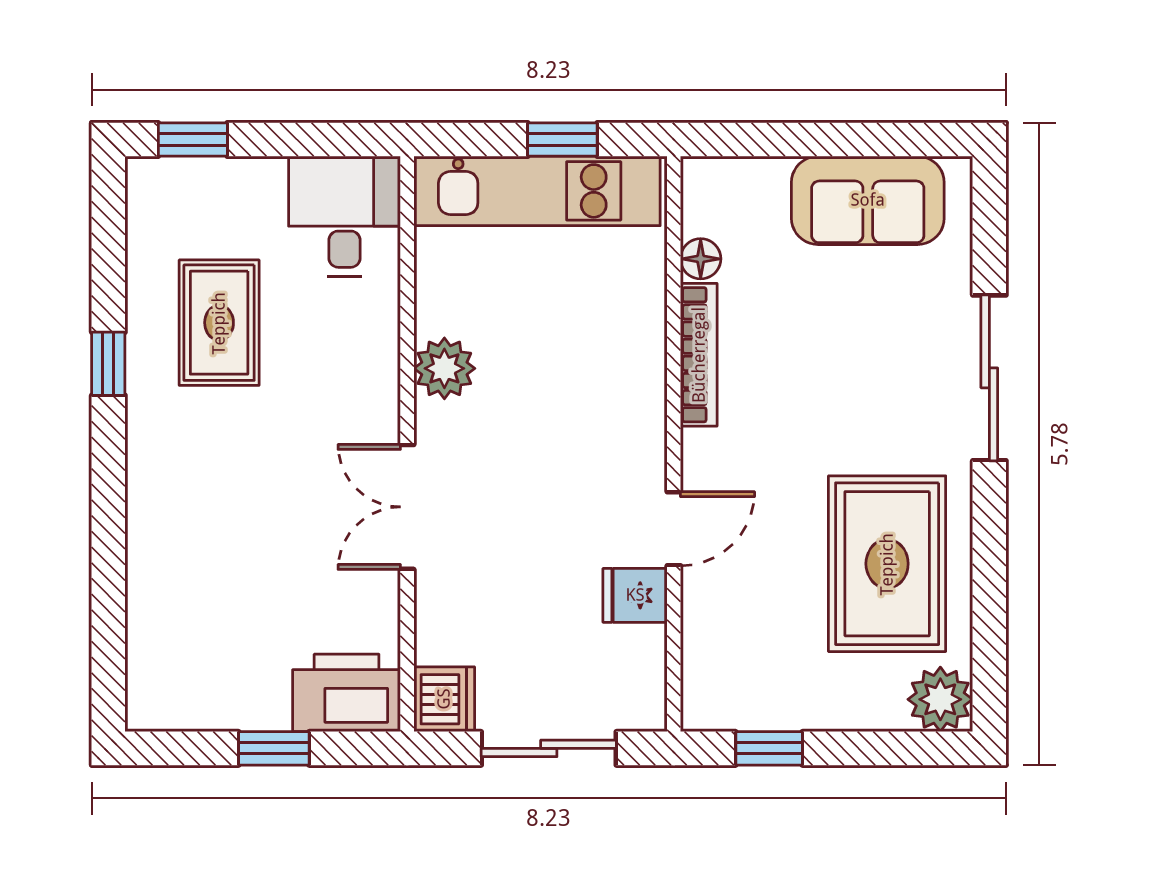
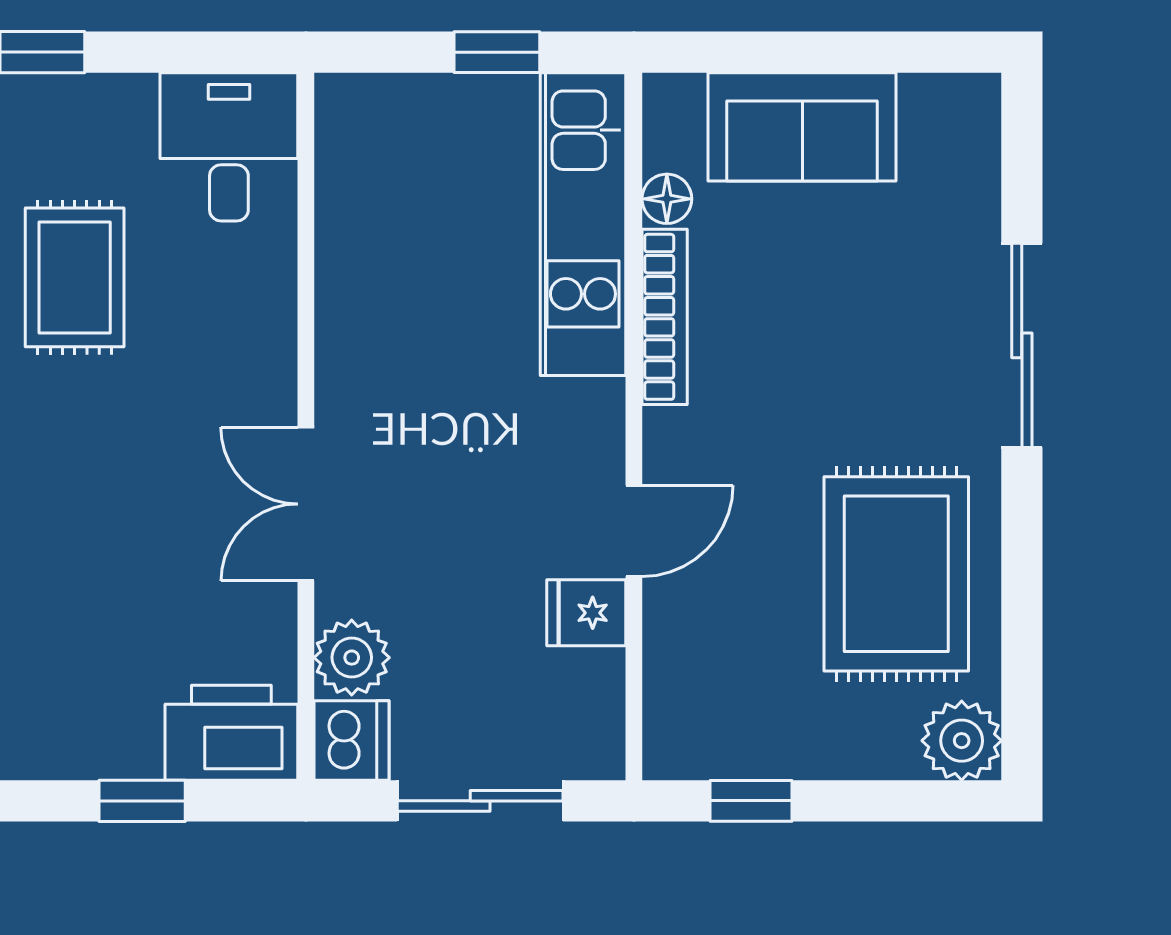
kitchen unit: (537, 191) -> (583, 224), moved, turned 90
sofa: (868, 200) -> (802, 127), moved
plant: (444, 368) -> (352, 658), moved

